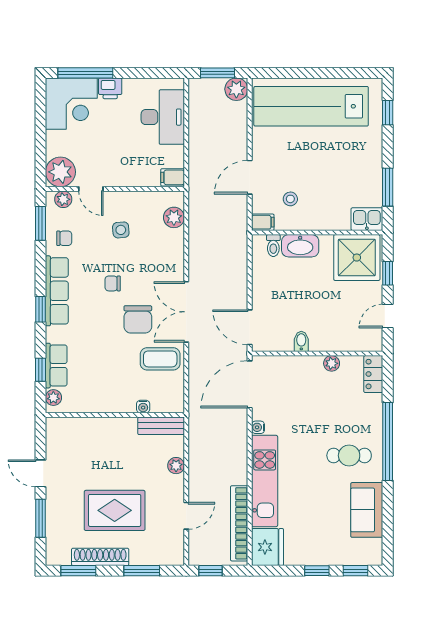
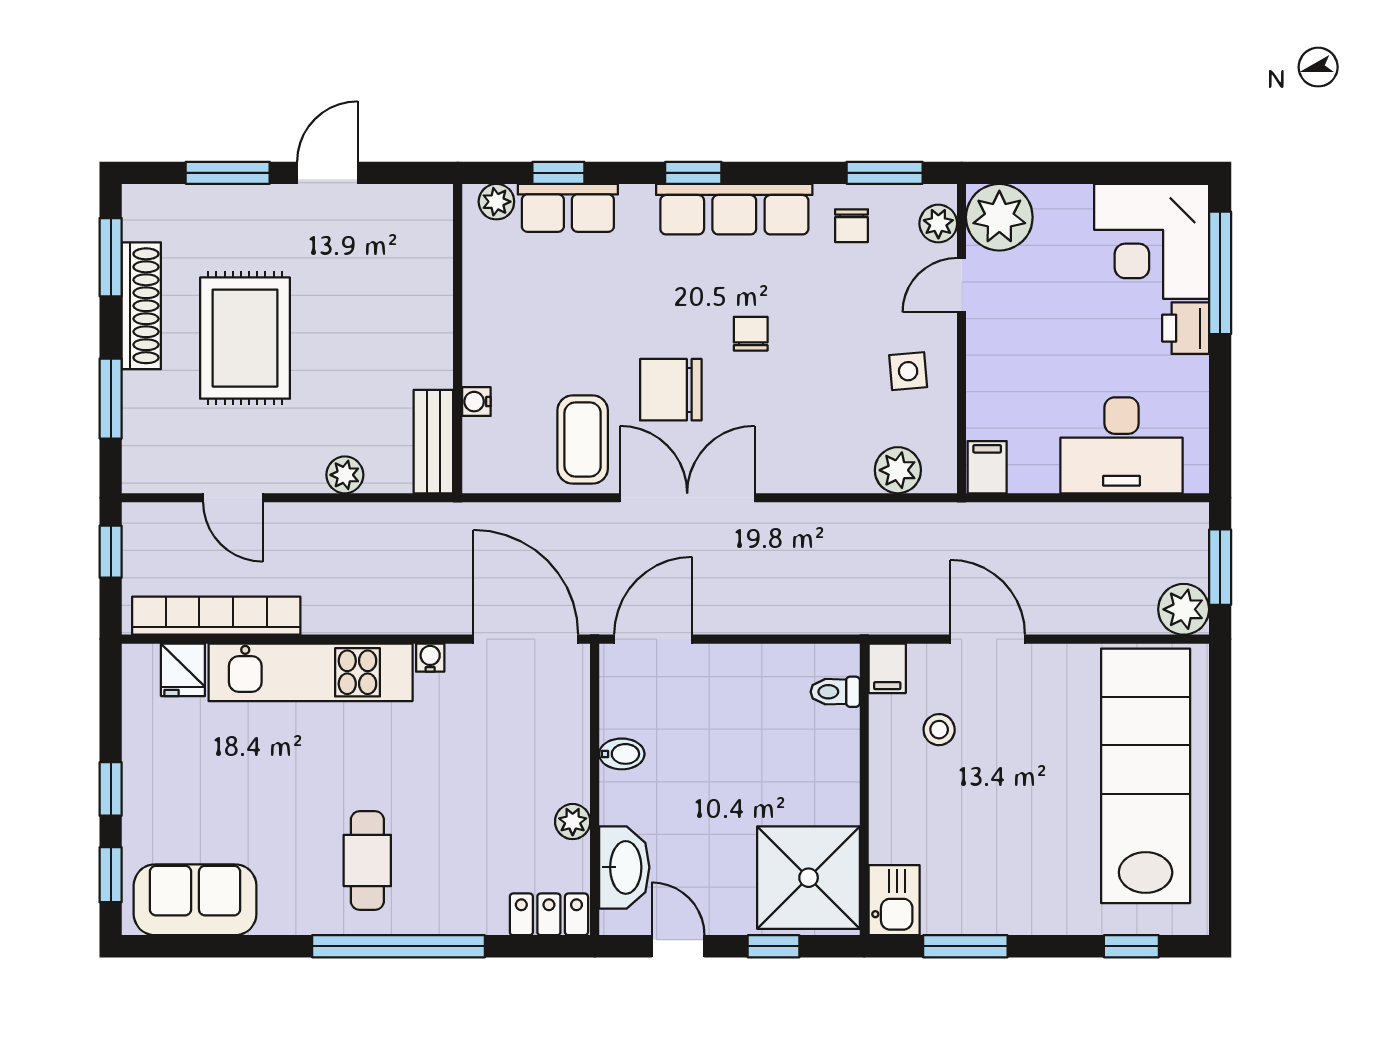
side table: (121, 230) -> (908, 371), moved
washbasin: (300, 246) -> (624, 867), moved, turned 180
sofa: (367, 510) -> (195, 900), moved
fridge: (268, 547) -> (183, 670), width x0.53, depth x0.75

